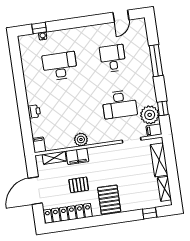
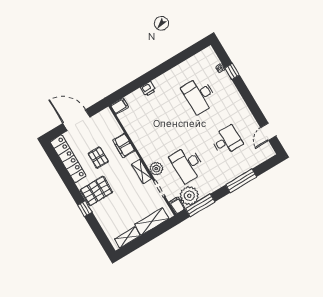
door: (121, 16) -> (268, 132), hinge flipped
window: (39, 28) -> (232, 72), moved
desk: (60, 66) -> (199, 95), turned 180
window: (163, 108) -> (200, 205), width x2.17
plant: (81, 140) -> (156, 169), moved
shelving: (54, 158) -> (142, 171), moved
window: (150, 213) -> (85, 209), moved

